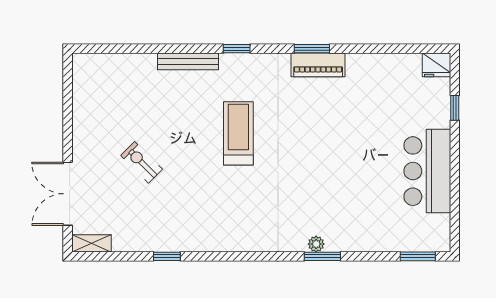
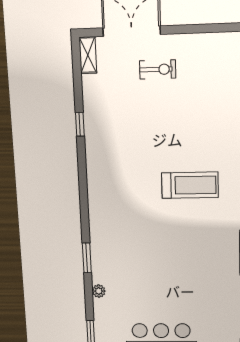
exercise bike: (142, 162) -> (158, 69), moved, turned 45
plant: (316, 244) -> (99, 291), moved

